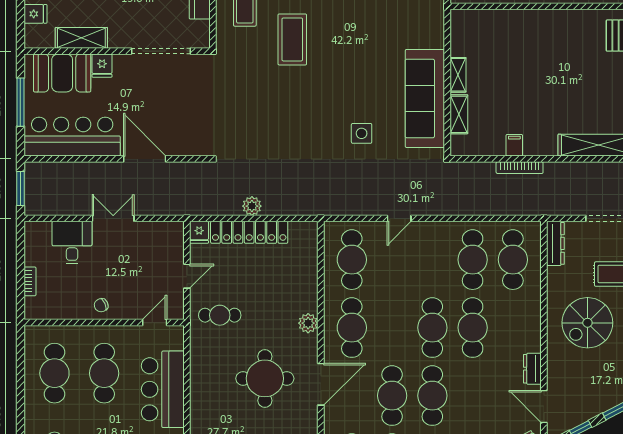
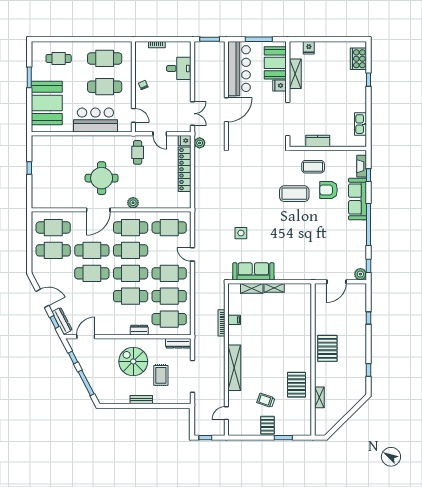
sofa: (425, 98) -> (253, 271), width x0.74, depth x0.79
plant: (252, 206) -> (200, 143), moved
double door: (113, 218) -> (193, 114), moved
cafe table: (432, 260) -> (169, 273), added
cafe table: (392, 328) -> (131, 250), added
dresser: (532, 369) -> (139, 330), moved
door: (321, 384) -> (98, 210), hinge flipped

